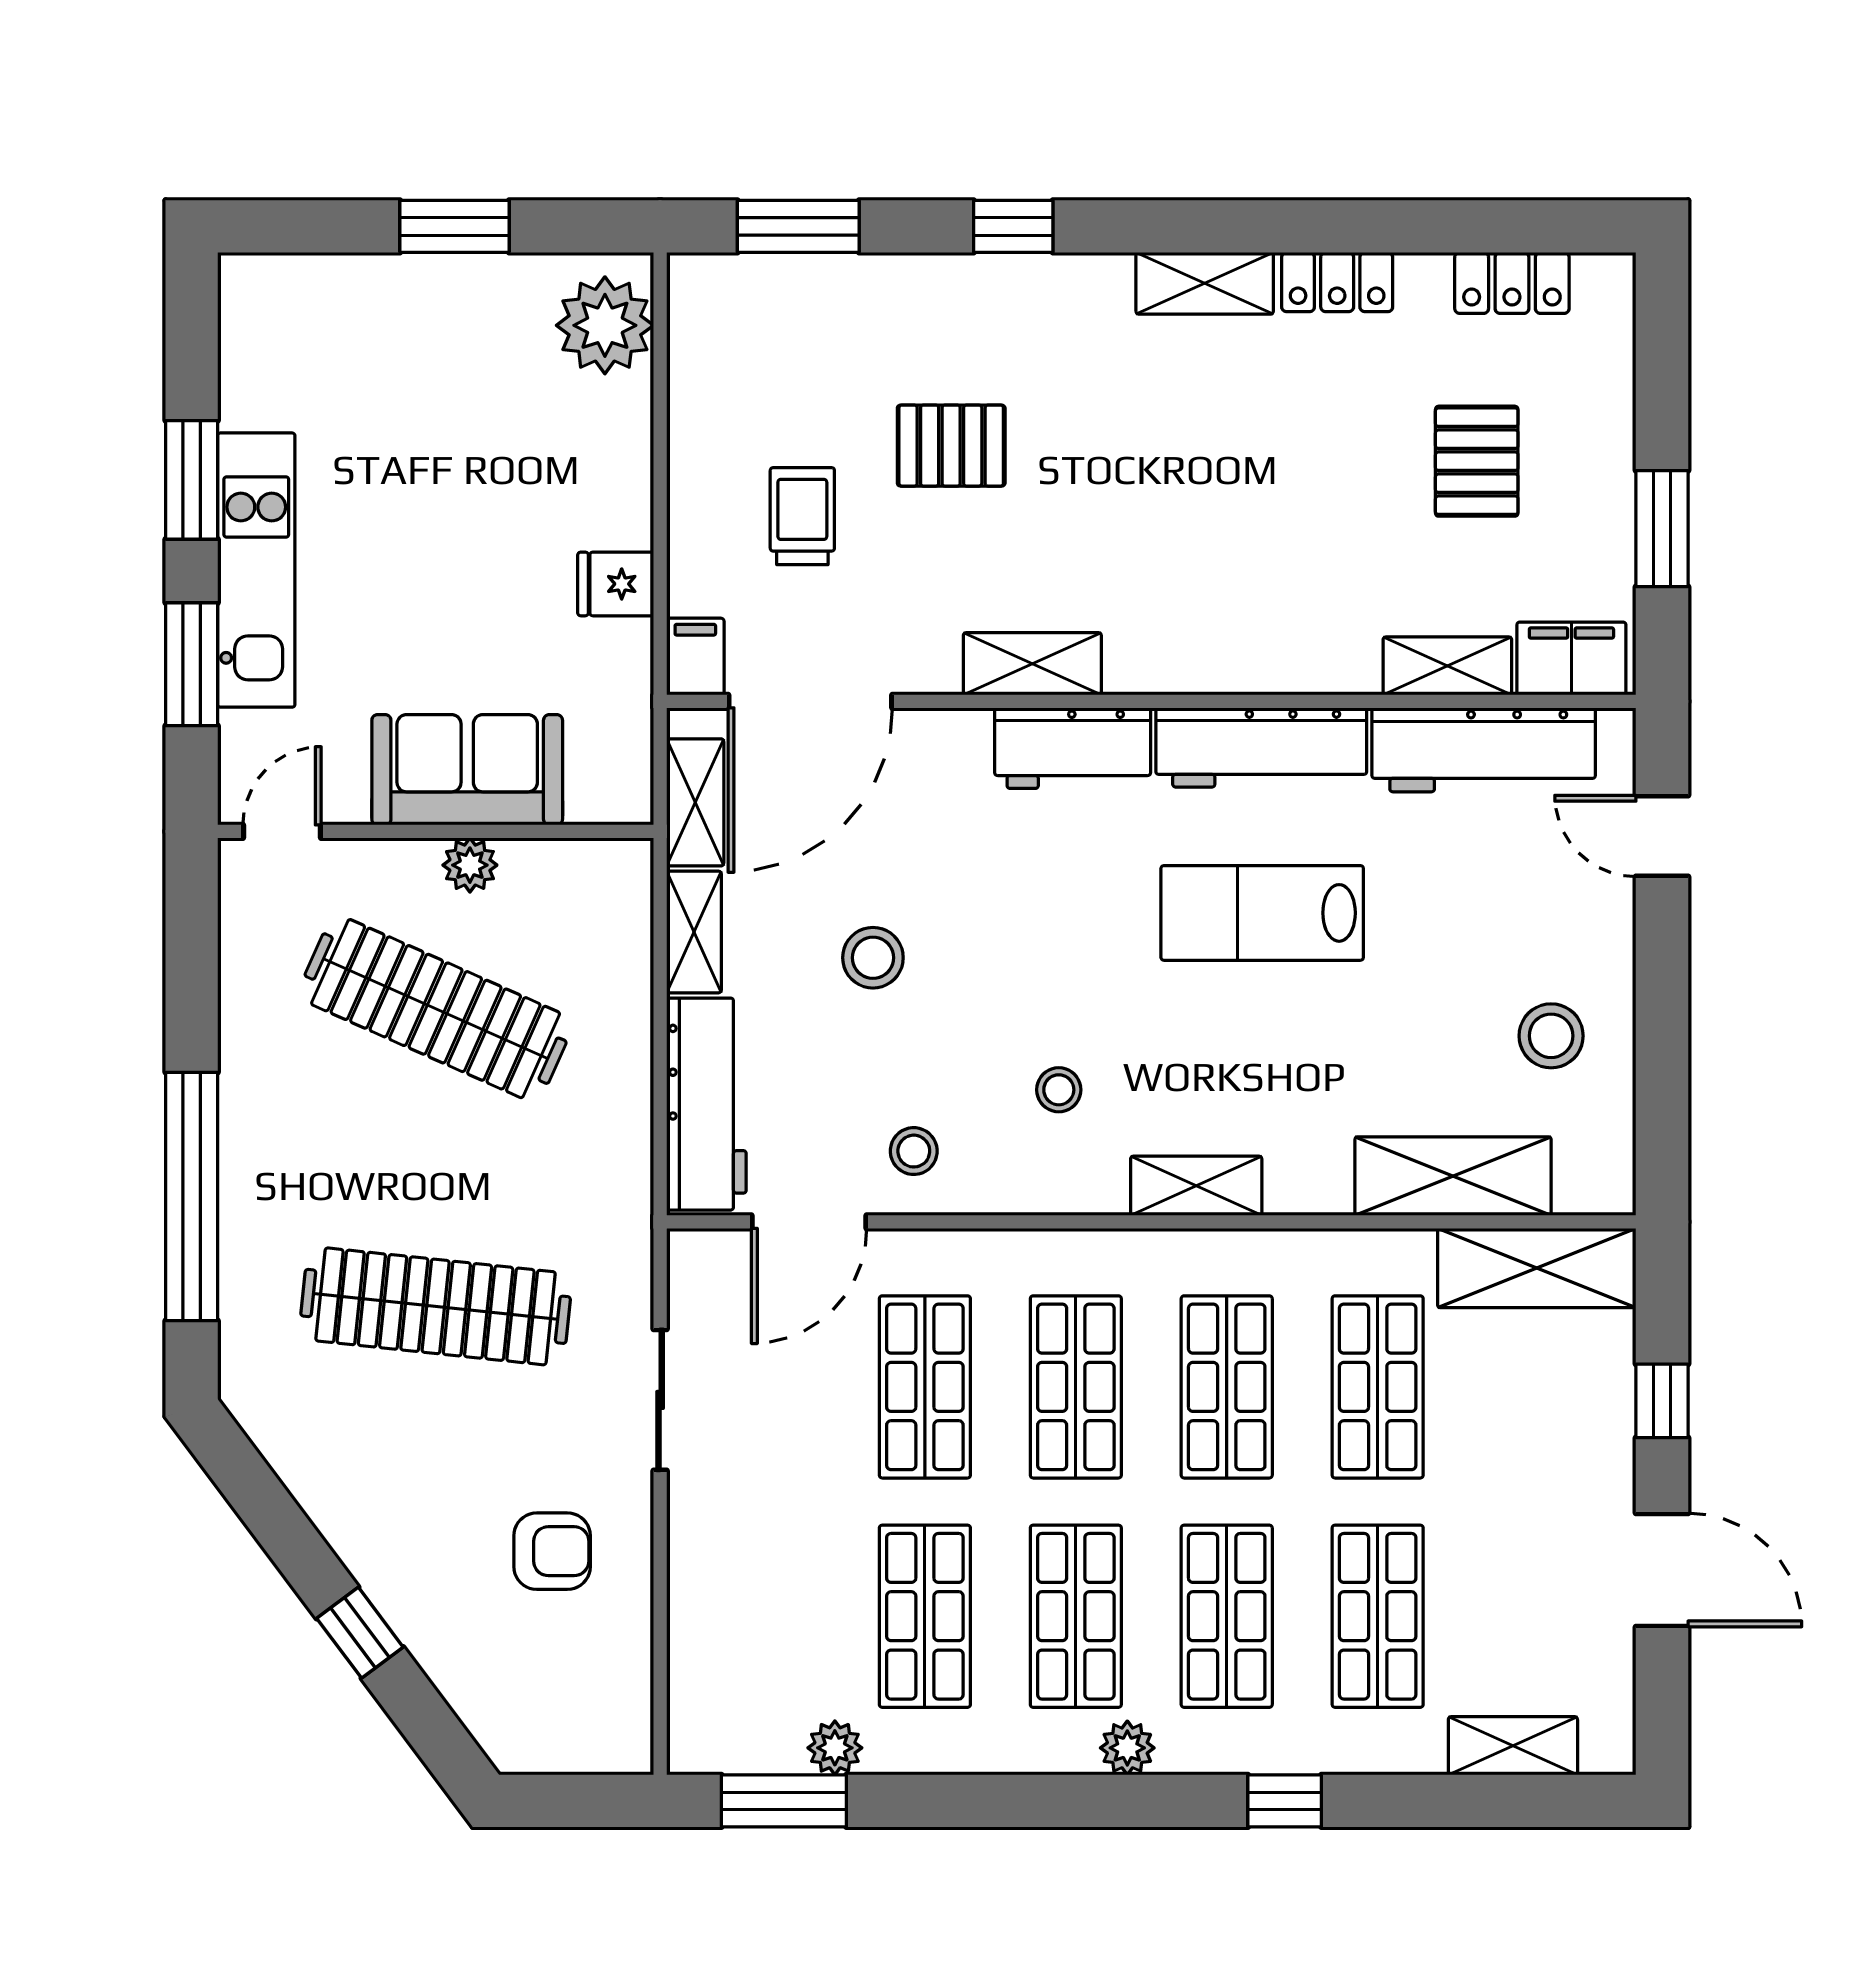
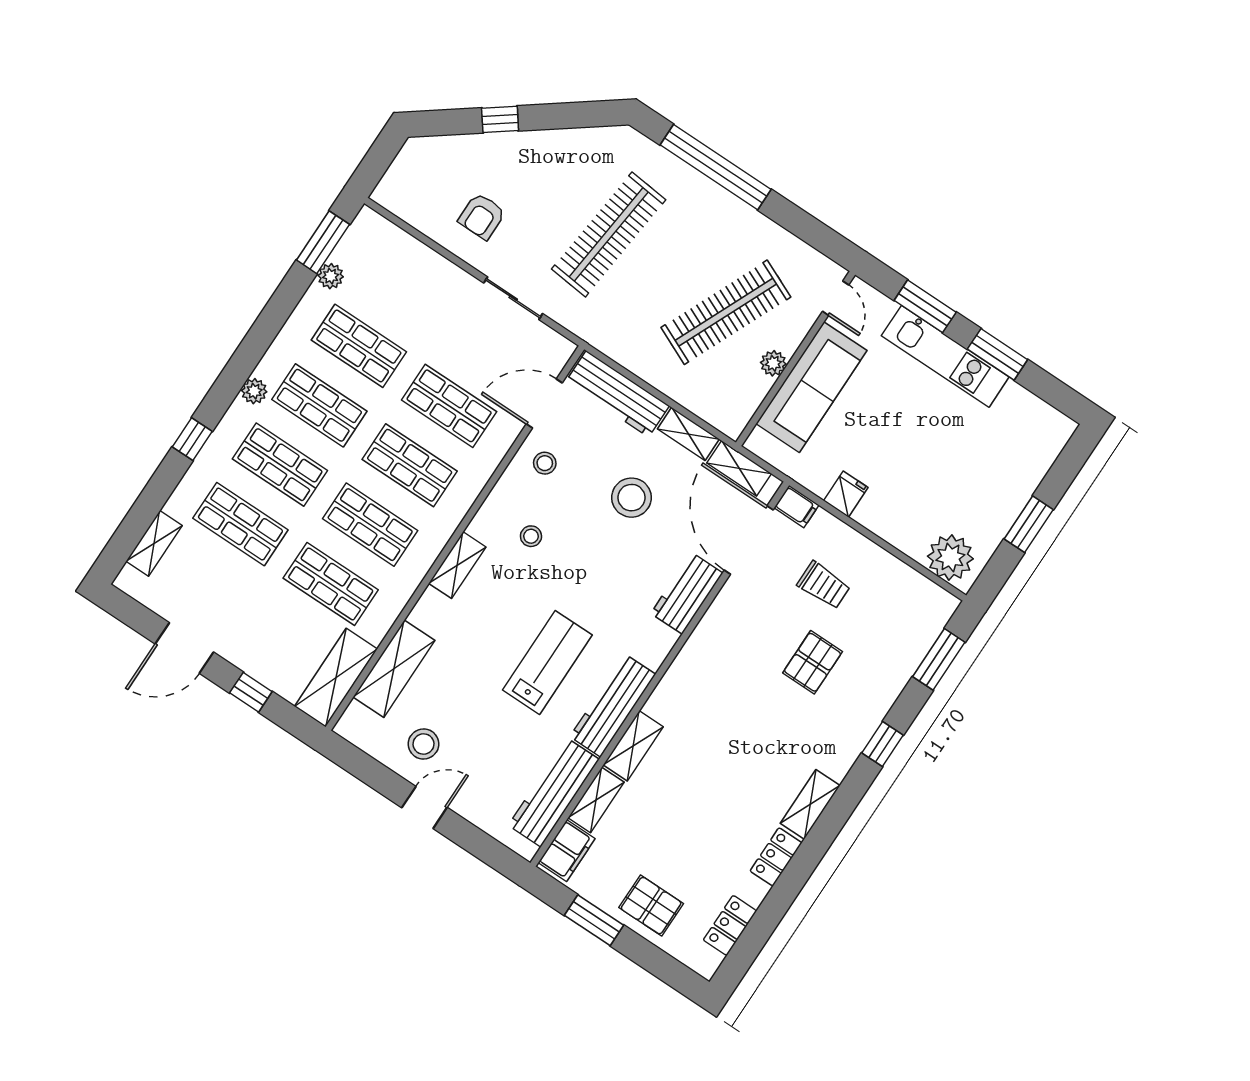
pallet: (1477, 461) -> (651, 906), moved
shelving: (1032, 664) -> (633, 746), moved
workbench: (1073, 748) -> (687, 593), moved
sofa: (467, 770) -> (811, 387), width x1.36
door: (1662, 836) -> (424, 808), moved
stool: (873, 958) -> (631, 498), width x1.38, depth x1.38
door: (809, 1222) -> (544, 403), hinge flipped

